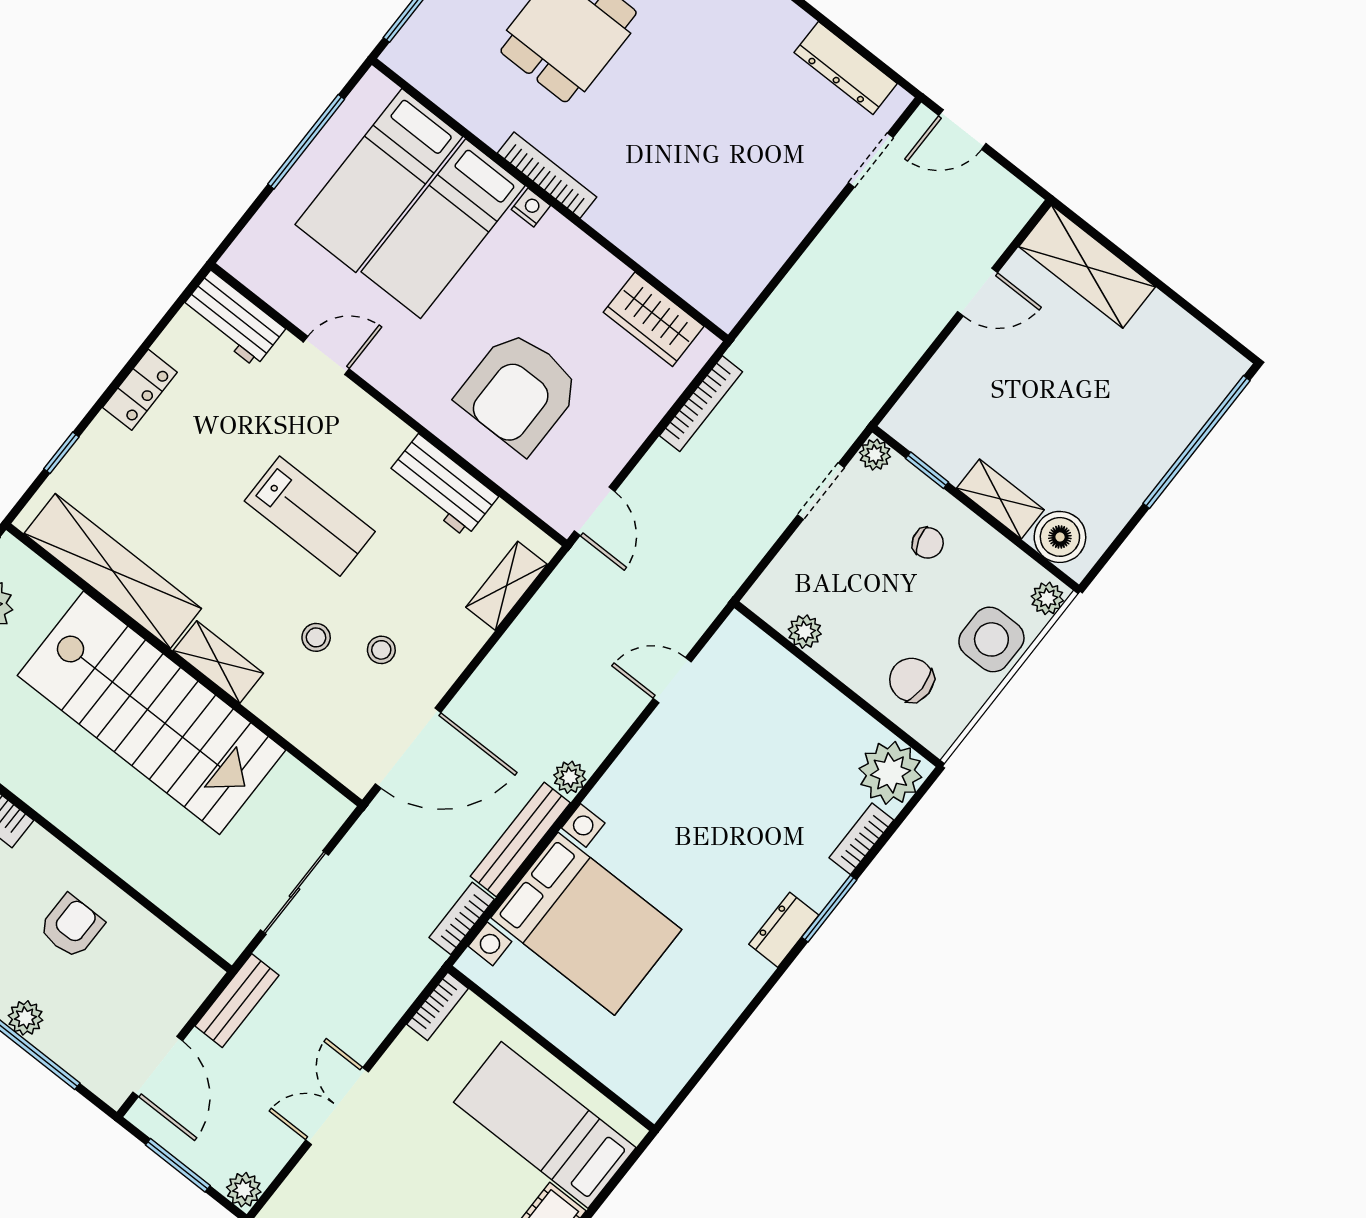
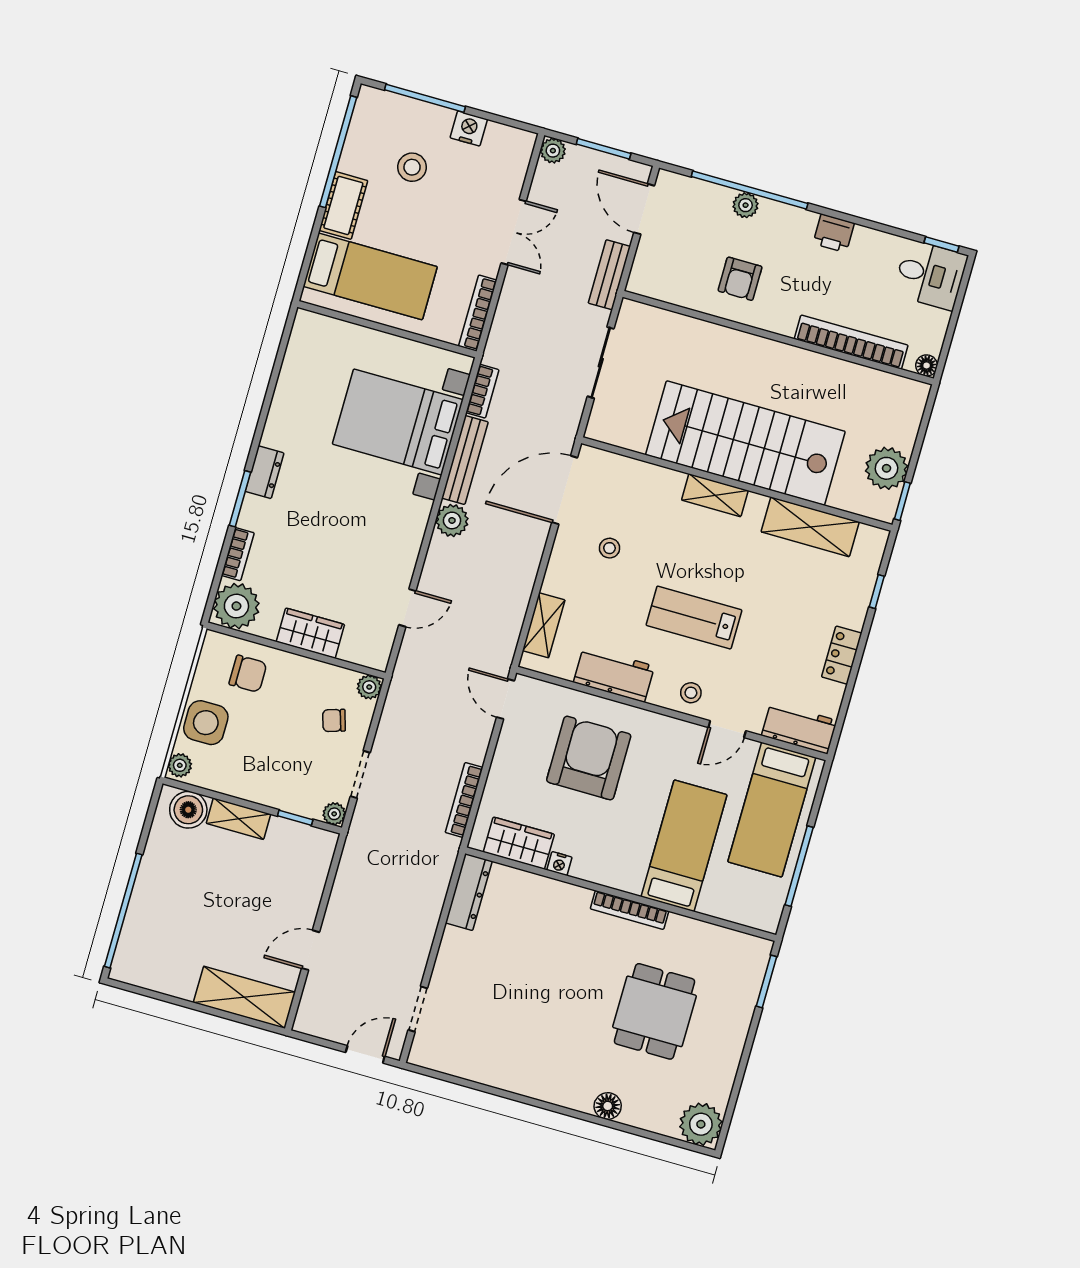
dresser: (846, 68) -> (469, 892), moved, turned 90
bed: (379, 180) -> (772, 810), moved, turned 180
nightstand: (531, 207) -> (559, 864), moved
chair: (928, 543) -> (334, 720), moved
shelving: (113, 571) -> (810, 527), width x0.68
plant: (805, 632) -> (369, 687), moved
stool: (316, 637) -> (691, 693), moved
wardrobe: (810, 699) -> (310, 633), added
plant: (570, 777) -> (452, 520), width x1.38, depth x1.38
bookcase: (438, 1006) -> (478, 313), width x1.56

